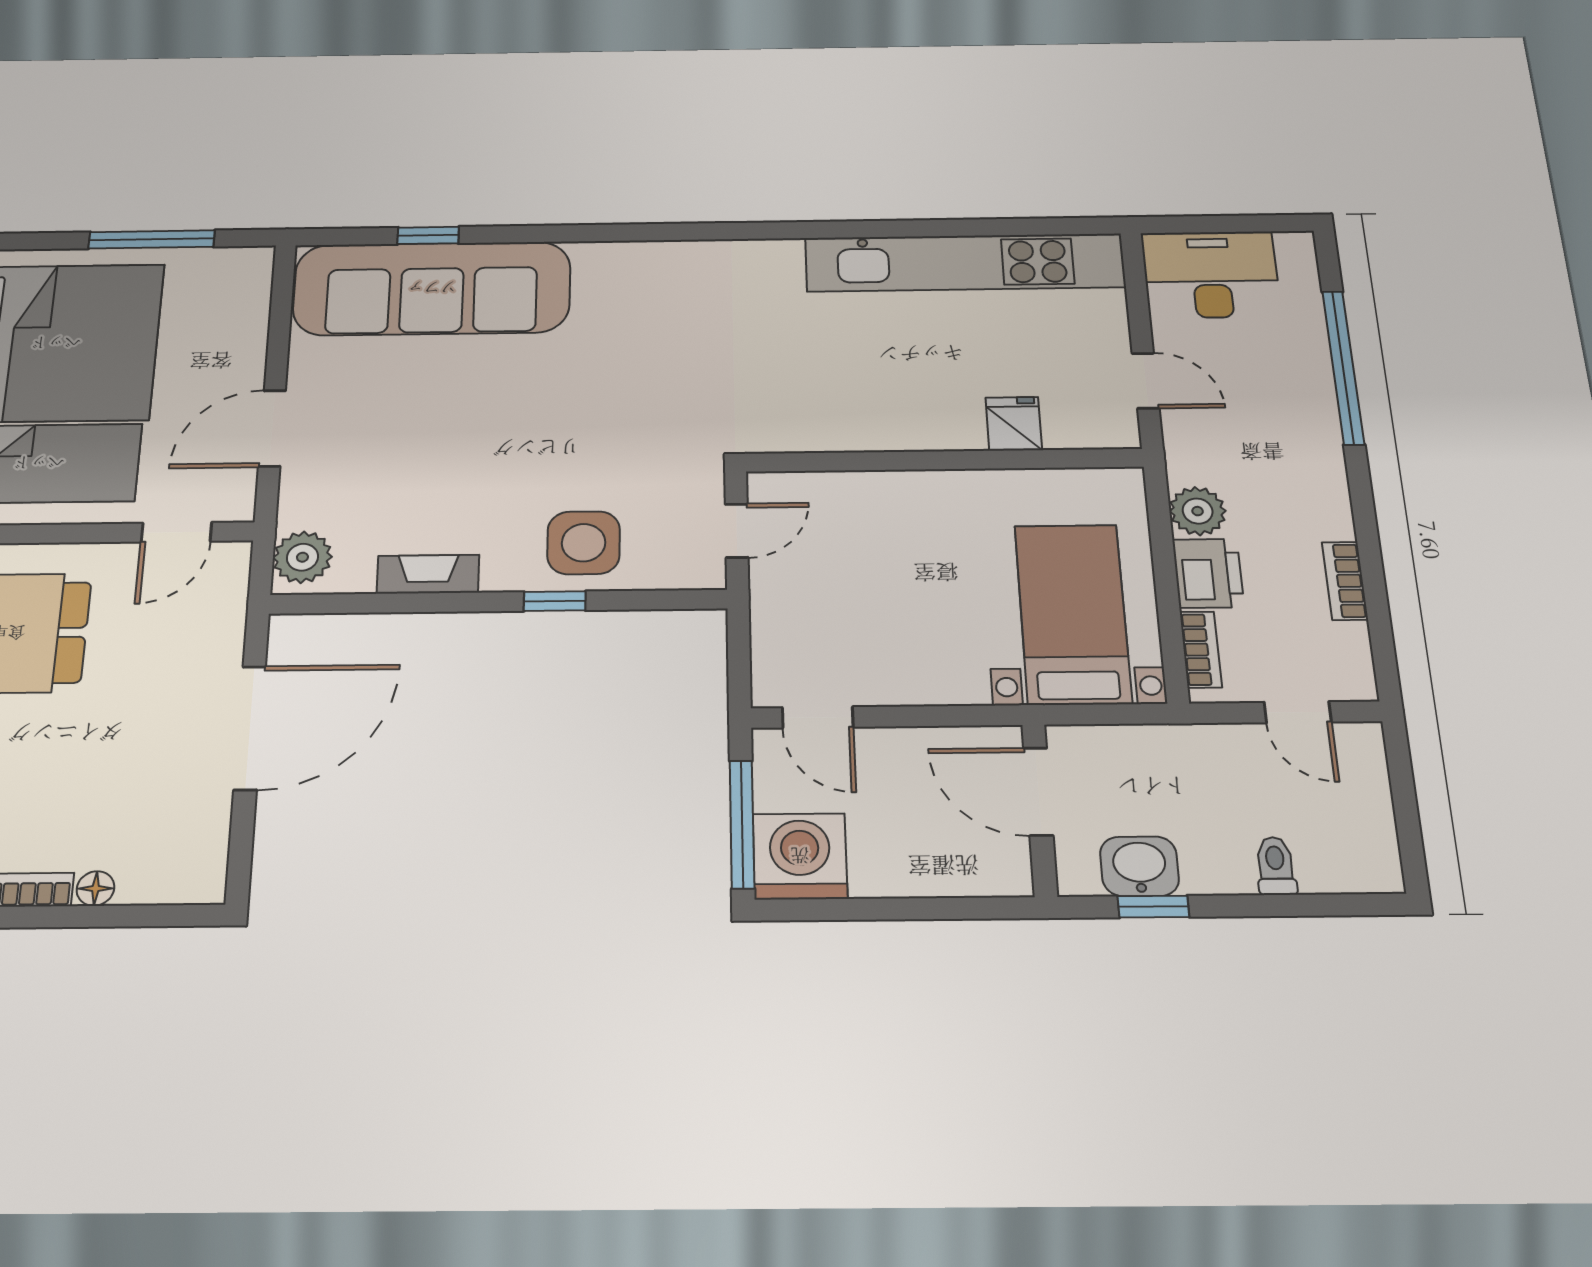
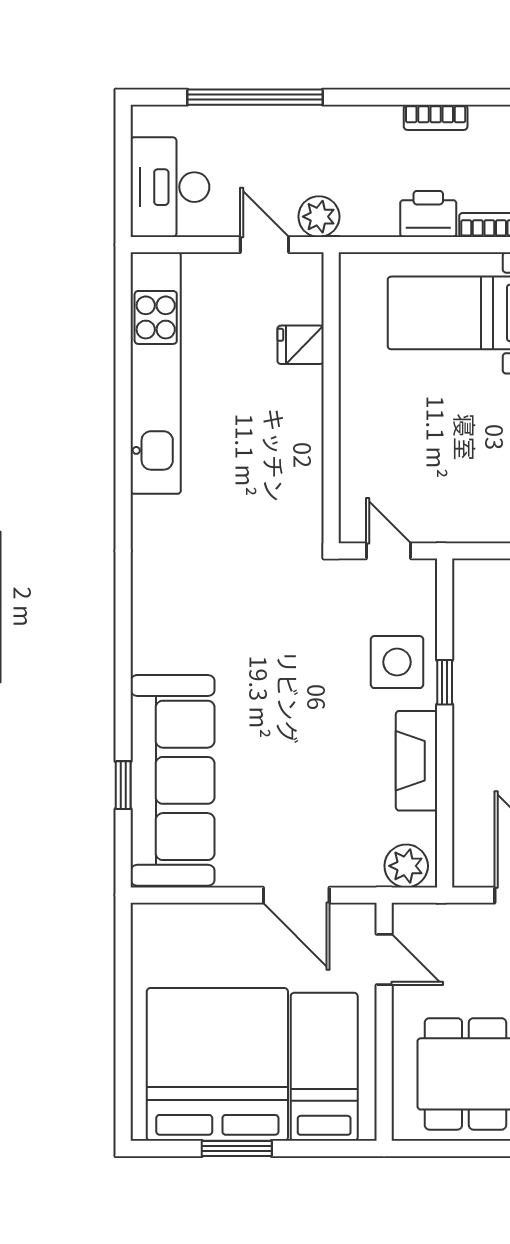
window: (152, 239) -> (123, 1000), removed
door: (1146, 381) -> (264, 245), hinge flipped
plant: (1198, 511) -> (319, 217), moved
fireplace: (428, 574) -> (417, 761), width x1.37, depth x1.32

